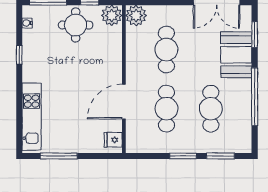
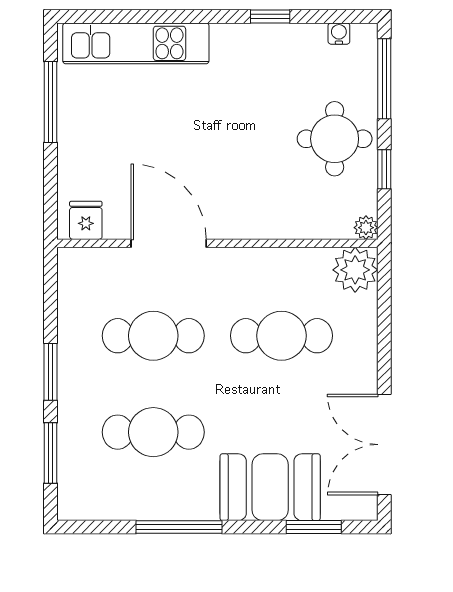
plant: (112, 15) -> (366, 228), width x0.53, depth x0.53
window: (255, 97) -> (179, 527), width x0.68

